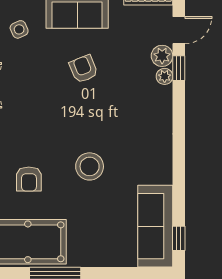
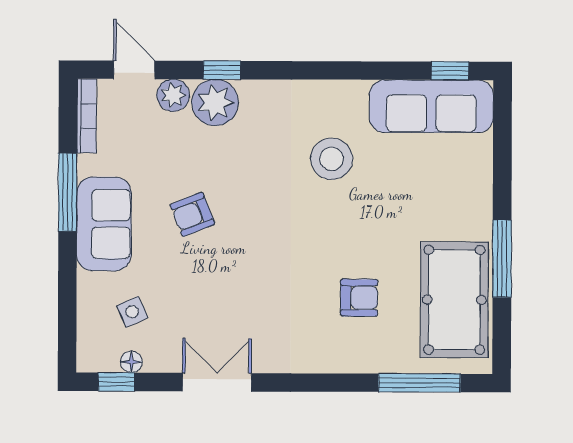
window: (179, 68) -> (222, 70), moved
plant: (165, 76) -> (215, 103), width x1.88, depth x1.88
stool: (90, 166) -> (332, 159), moved

